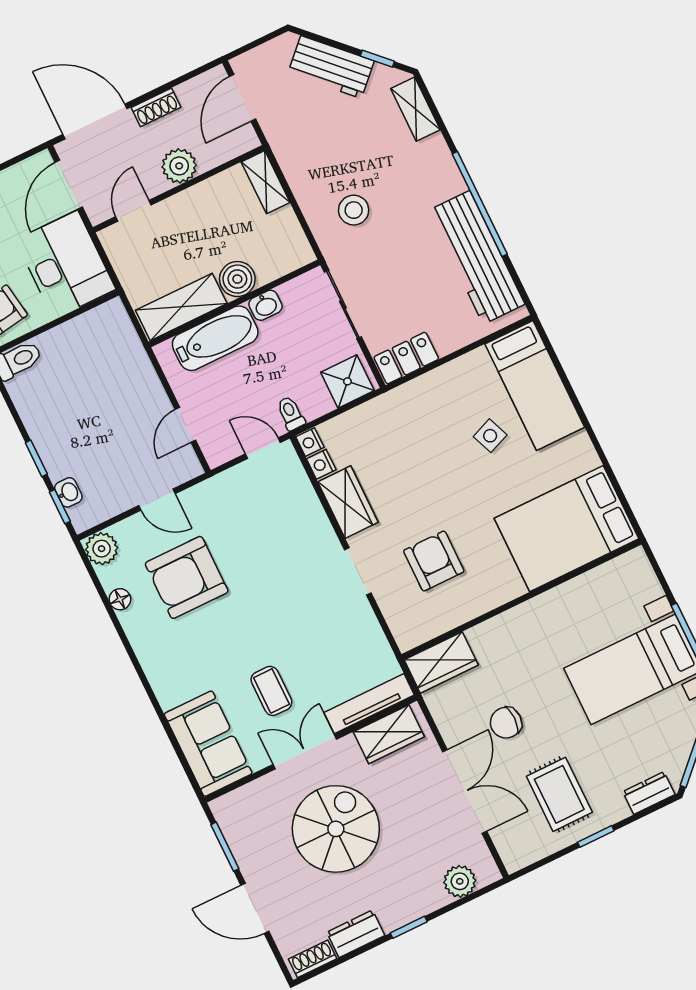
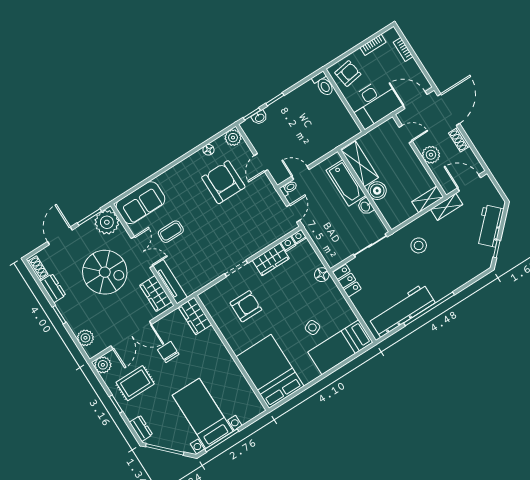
shelving: (416, 109) -> (447, 207), moved
shower: (347, 381) -> (332, 252), removed
floor lamp: (389, 406) -> (322, 275), added
toilet: (291, 413) -> (289, 188), moved
plant: (239, 814) -> (107, 222), added
plant: (516, 853) -> (103, 365), added

